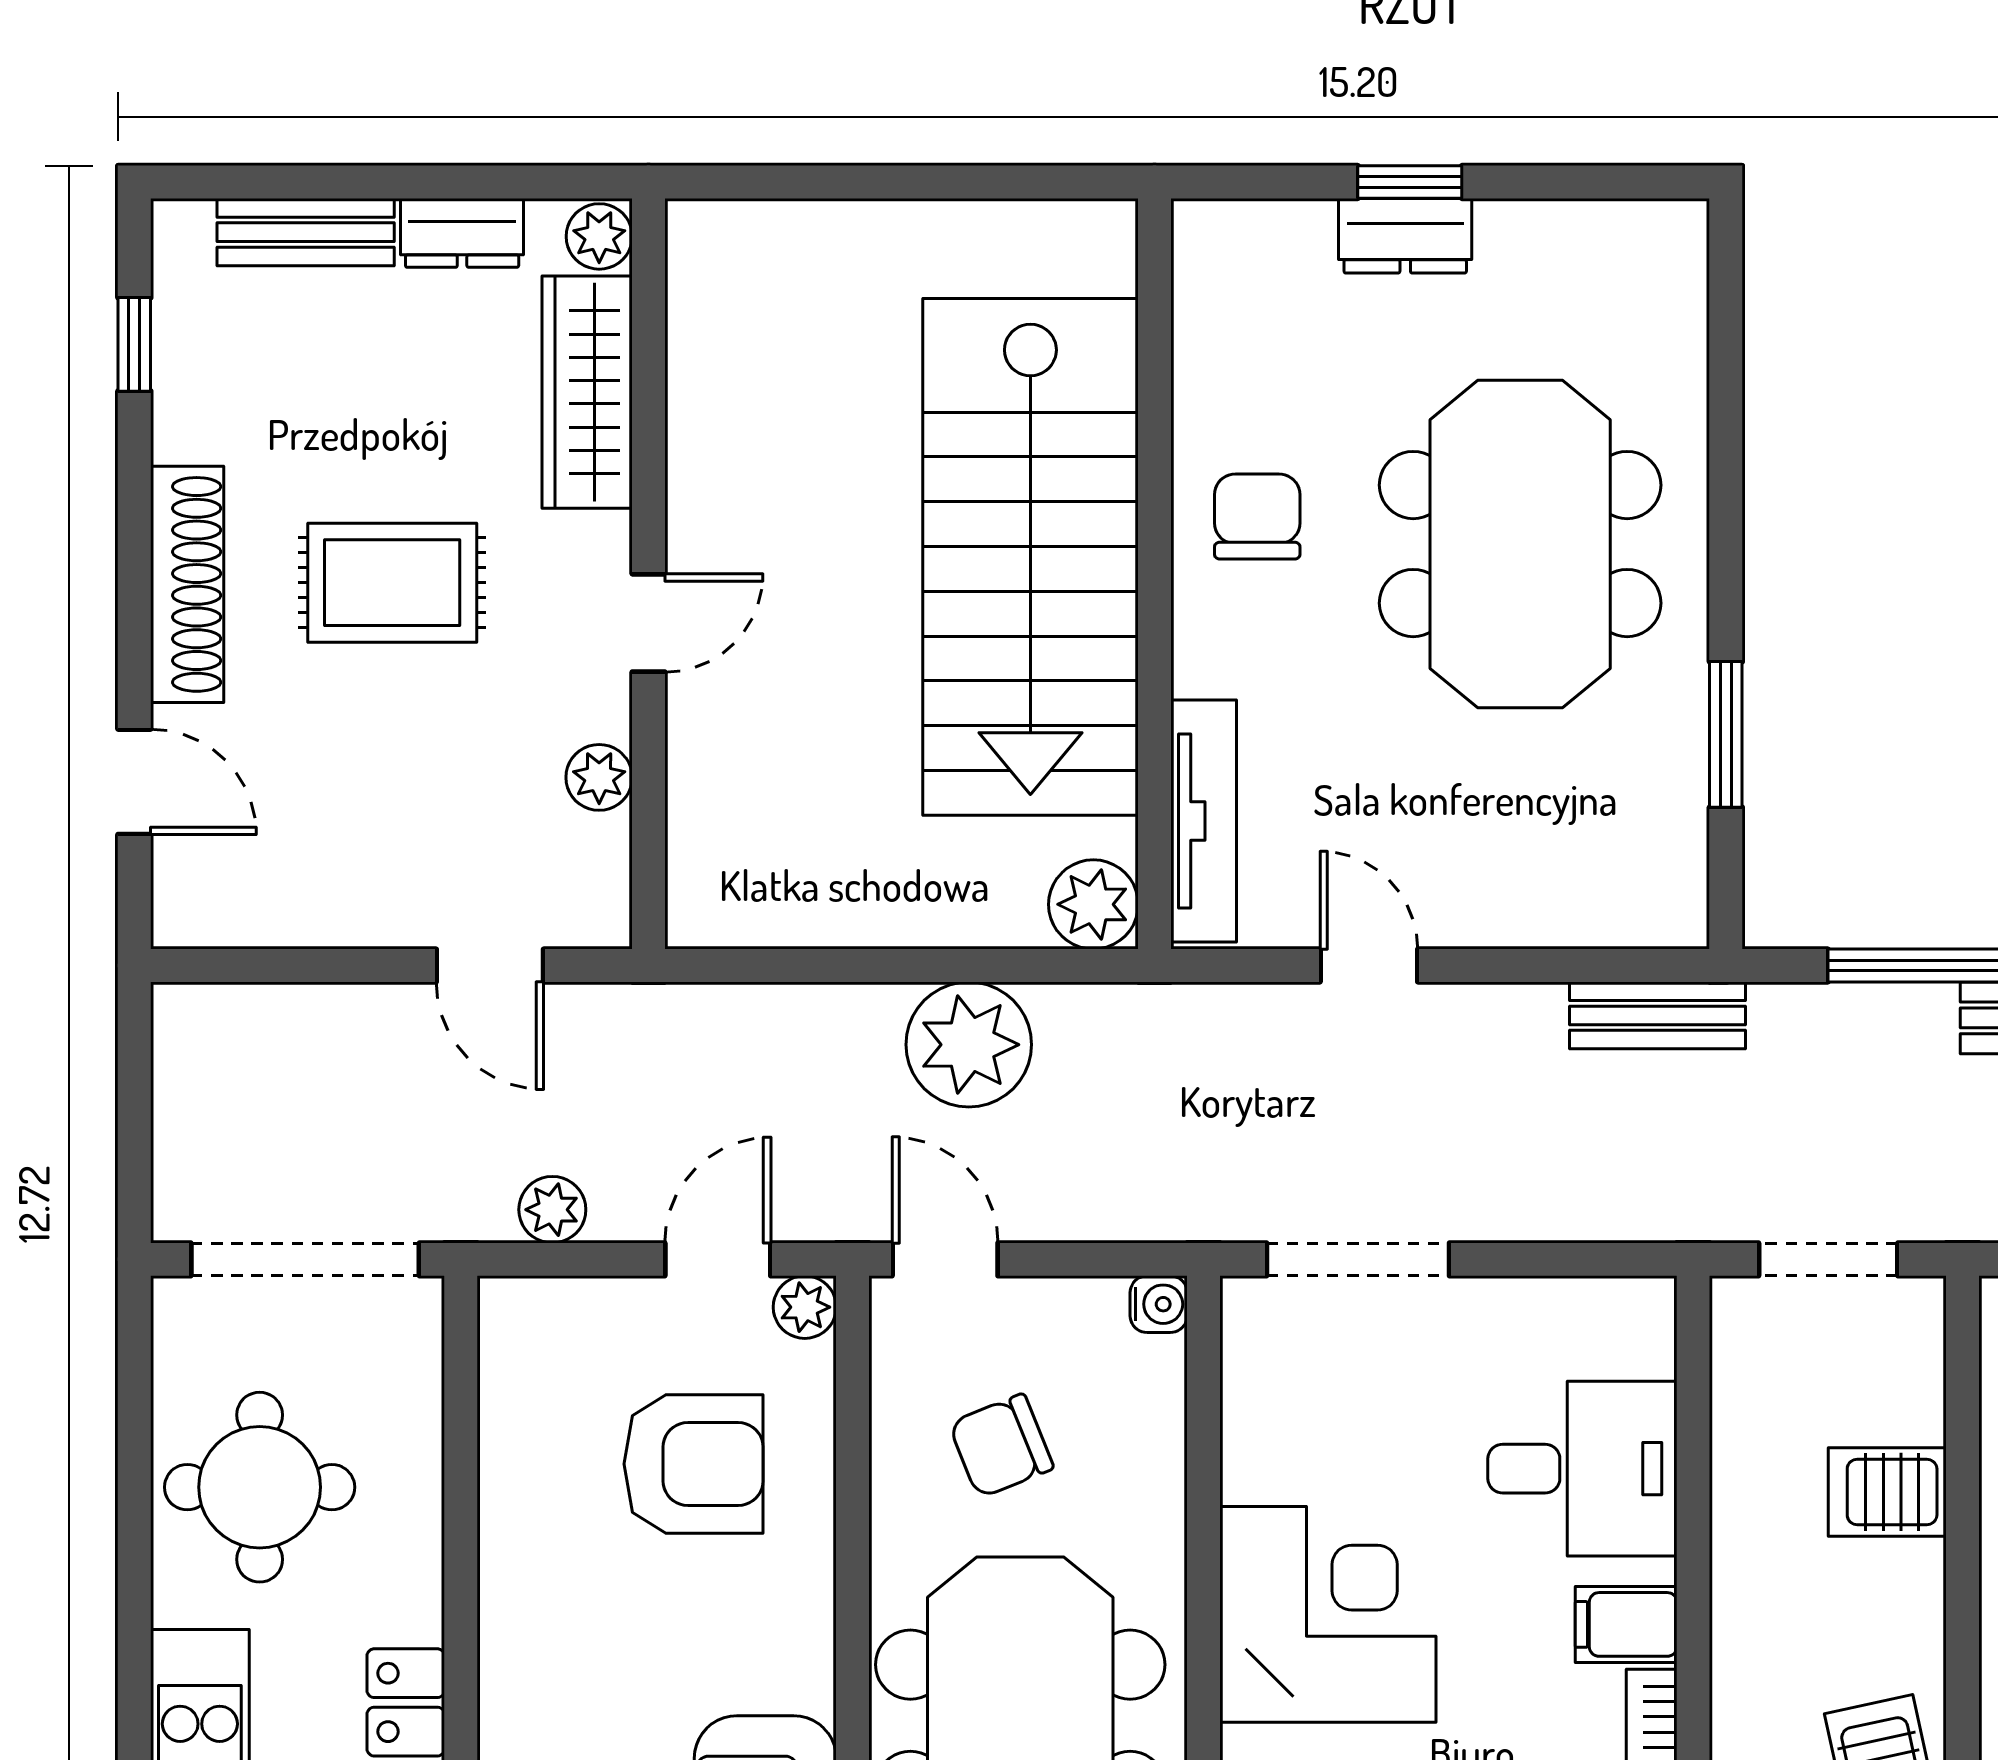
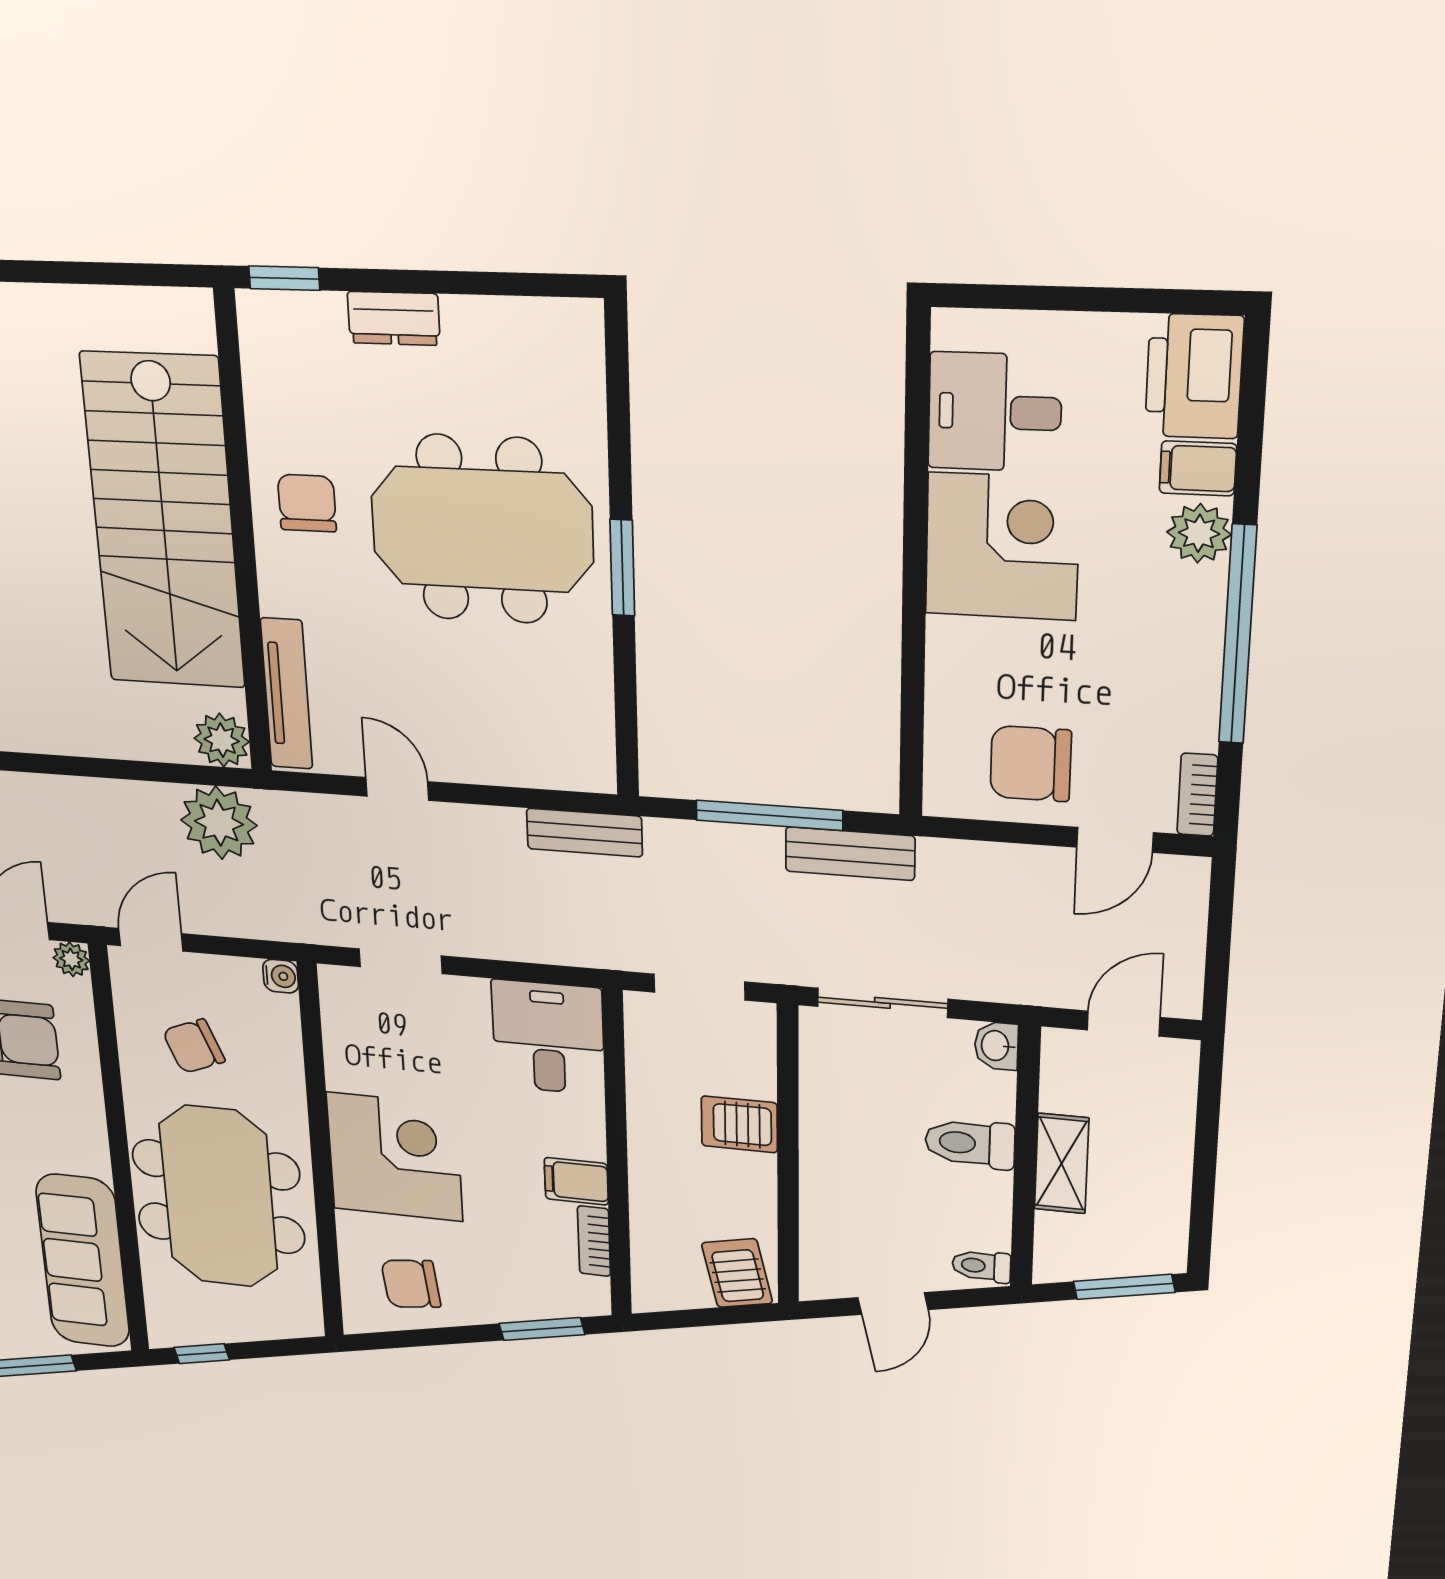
window: (1410, 182) -> (284, 278), moved
meeting table: (1520, 544) -> (482, 529), turned 90
window: (1726, 734) -> (622, 568), moved
plant: (969, 1045) -> (219, 823), moved
door: (945, 1259) -> (151, 940), hinge flipped
doorway: (1358, 1259) -> (401, 961), width x0.73
desk: (1582, 1469) -> (548, 1037), moved, turned -90

